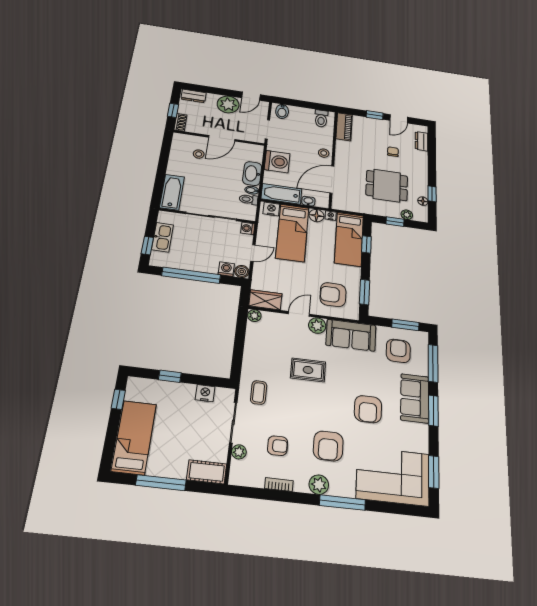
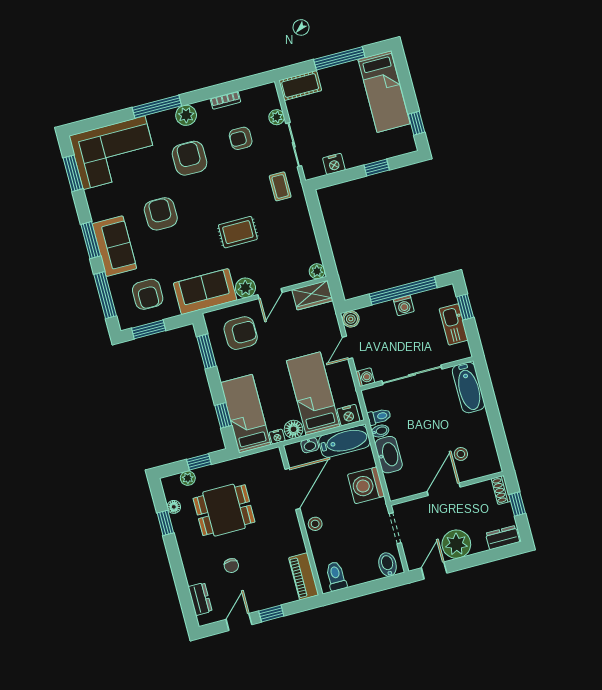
washing machine: (226, 269) -> (404, 305), moved

